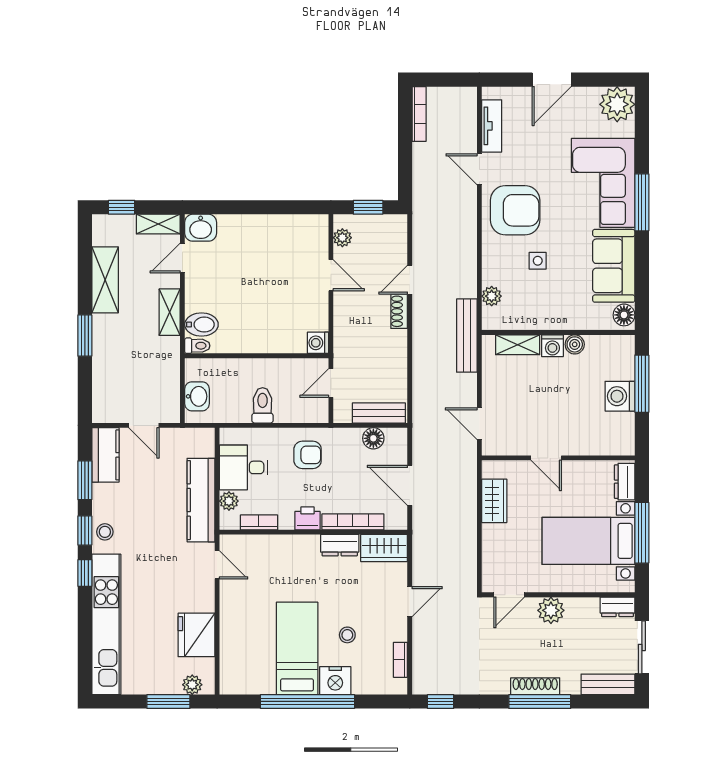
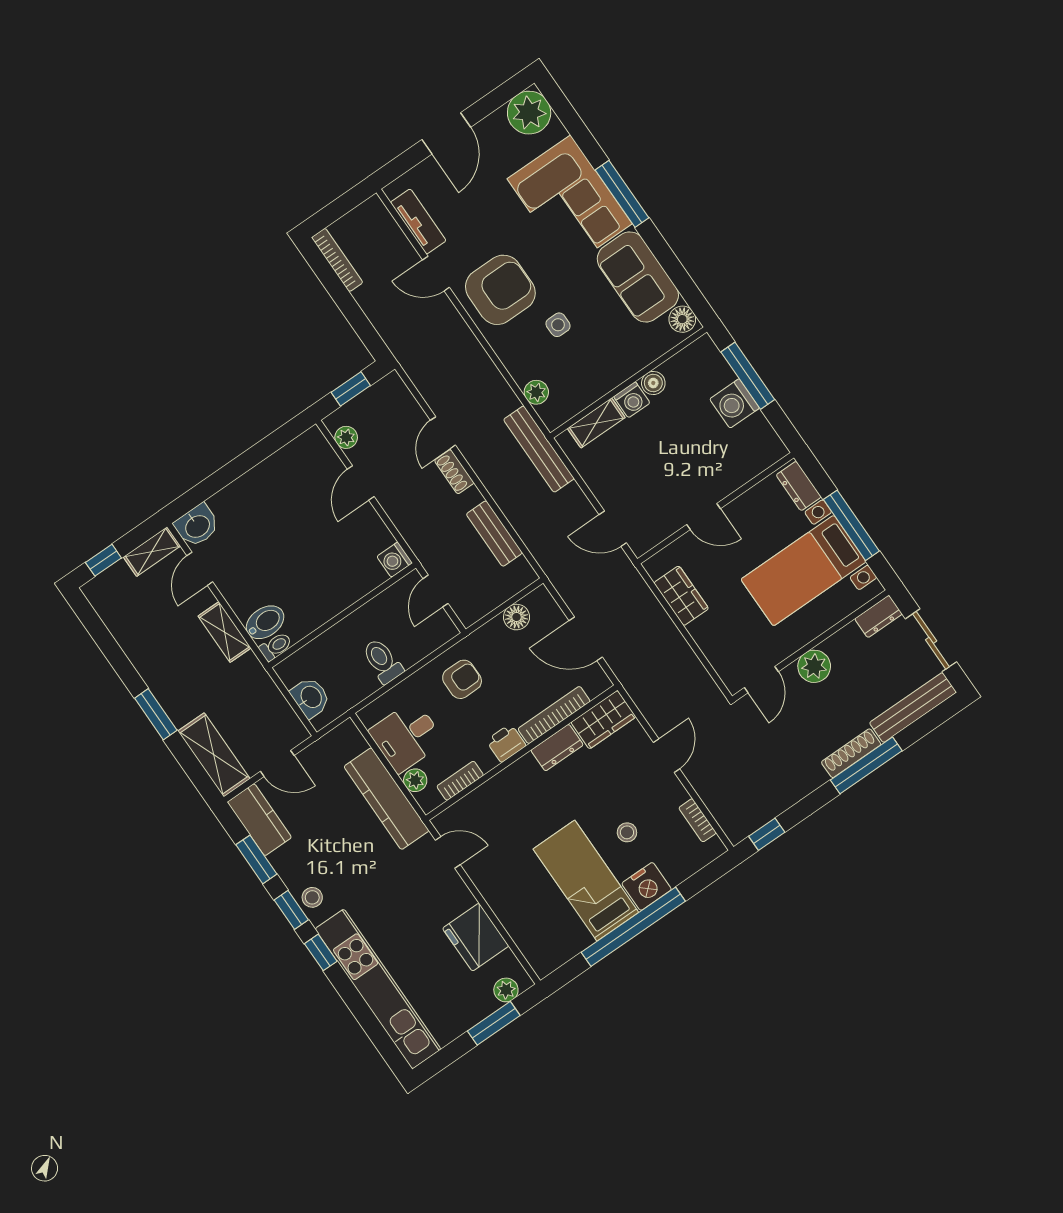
door: (331, 275) -> (361, 483), swing flipped
shelving: (105, 280) -> (214, 755), moved
bench: (379, 413) -> (494, 534), moved, turned 90
bench: (608, 684) -> (913, 708), width x1.36

